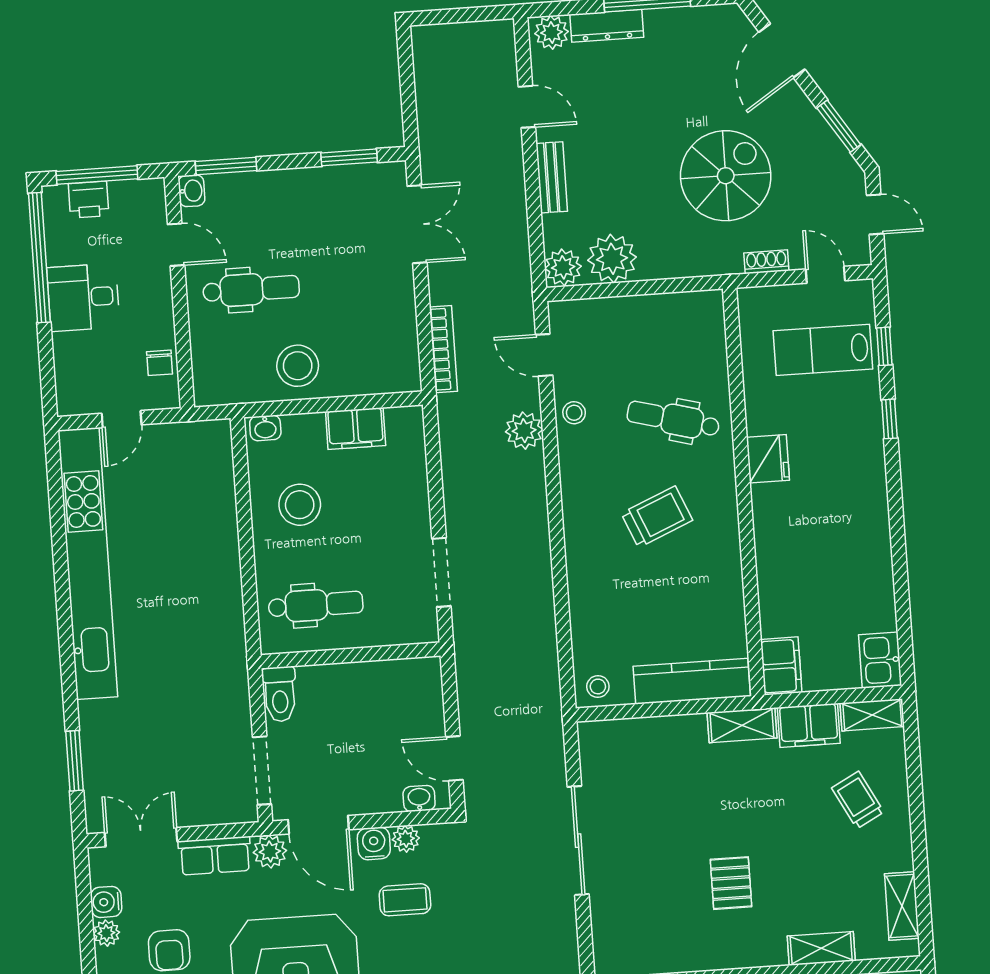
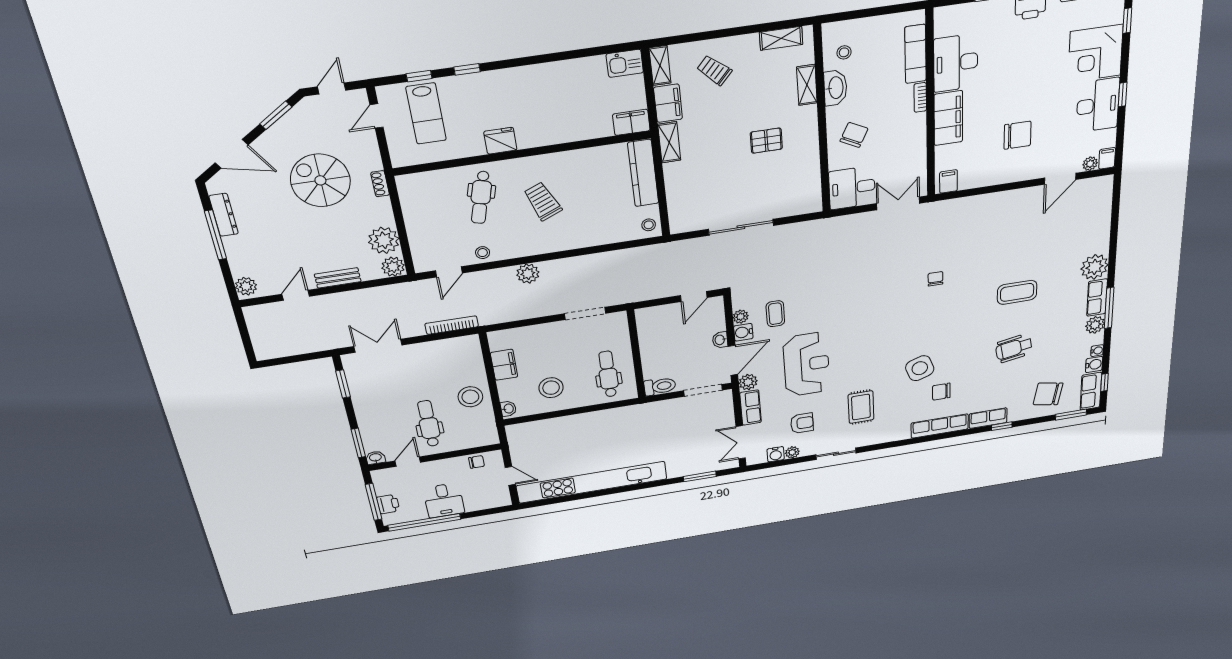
dresser: (607, 26) -> (224, 215), moved
shoe rack: (766, 262) -> (380, 184), moved
plant: (524, 431) -> (528, 274), moved
washbasin: (419, 799) -> (720, 340), moved
trolley: (858, 800) -> (714, 70), turned 70

